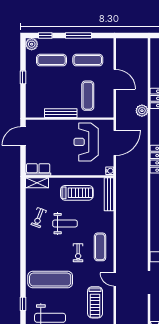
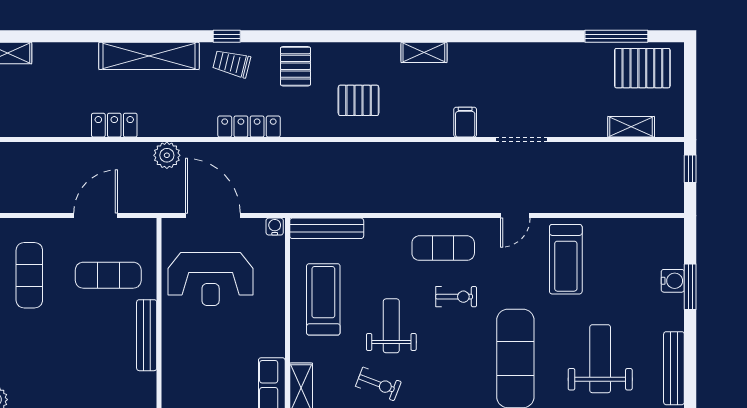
exercise mat: (51, 60) -> (29, 356), removed
door: (115, 79) -> (96, 216), moved
plant: (142, 111) -> (167, 155), moved
treadmill: (95, 302) -> (566, 259), turned 90

